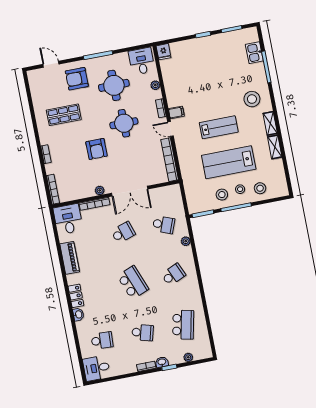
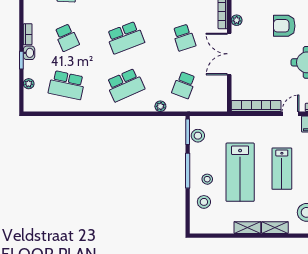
lab bench: (229, 162) -> (240, 172), turned 180
stool: (222, 195) -> (198, 136), moved
school desk: (173, 275) -> (125, 85), width x1.85
school desk: (143, 333) -> (67, 38), turned -39

